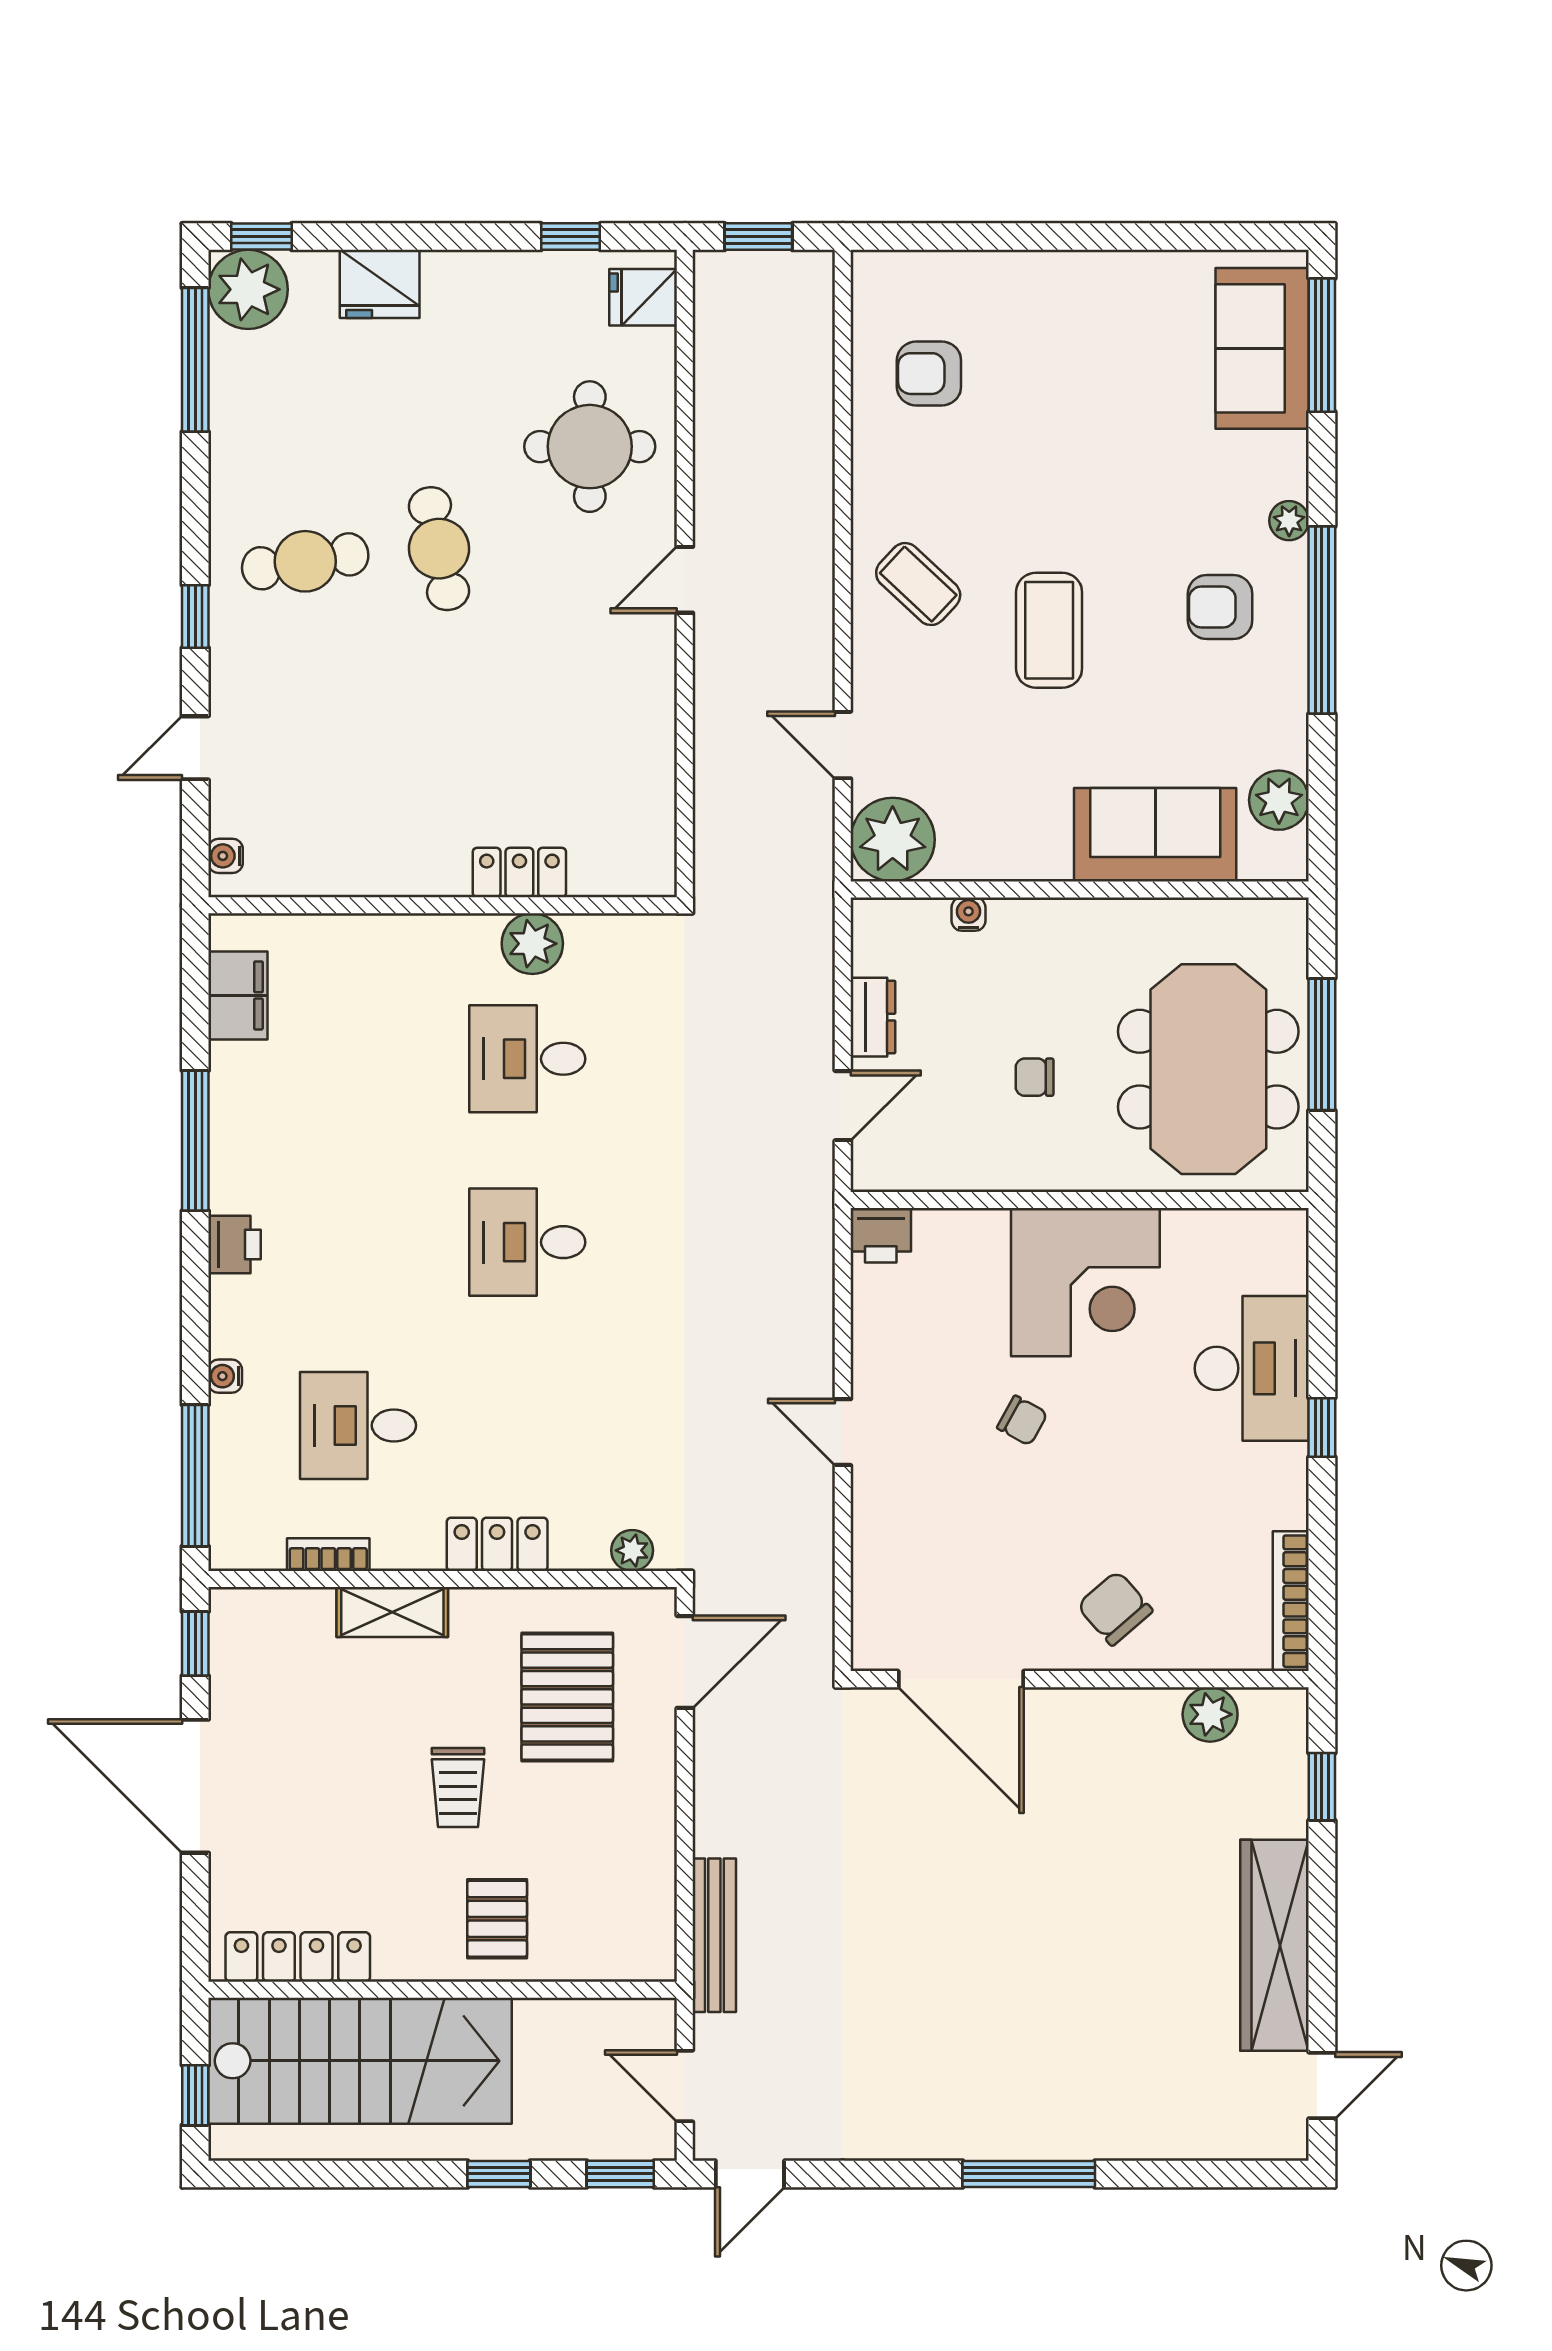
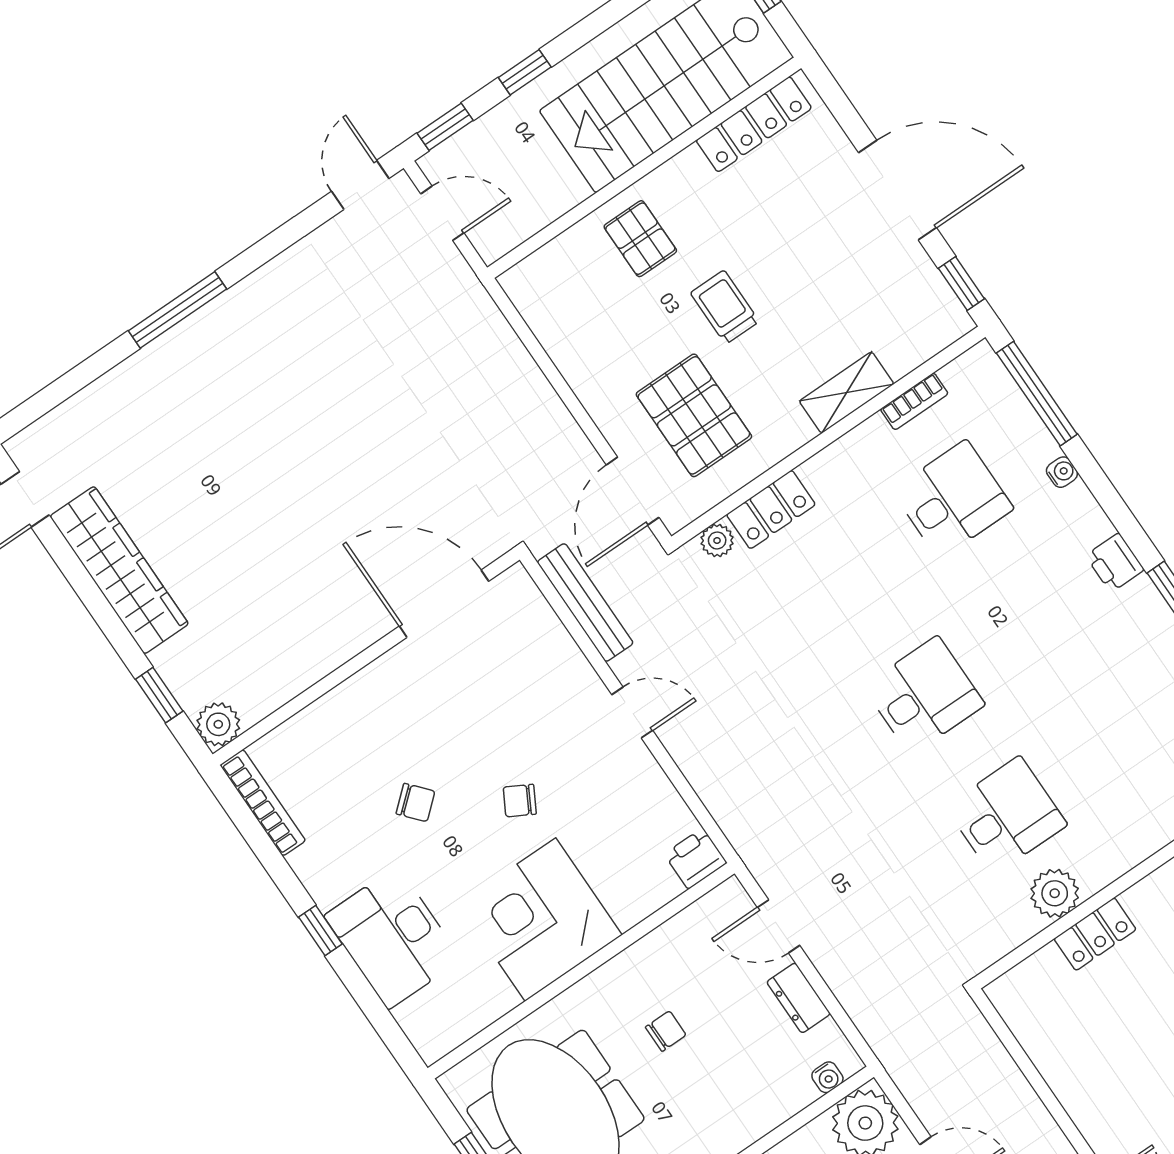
water cooler: (969, 914) -> (827, 1077), moved
door: (843, 1106) -> (779, 926), hinge flipped
locker: (497, 1544) -> (771, 510), moved
chair: (1115, 1608) -> (415, 802), moved, width x0.73, depth x0.73
plant: (1210, 1714) -> (218, 724), moved
bench: (714, 1935) -> (585, 603), moved

